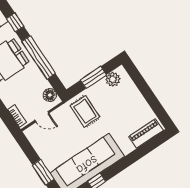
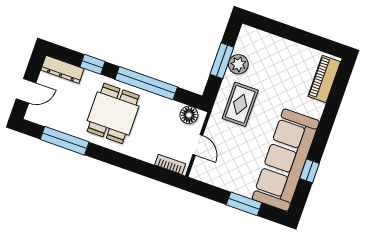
plant: (113, 79) -> (238, 64), moved
rug: (85, 111) -> (240, 104), turned 90
door: (42, 117) -> (198, 145), hinge flipped

